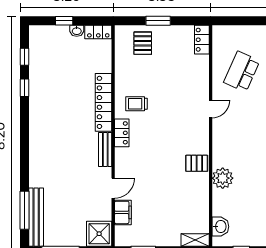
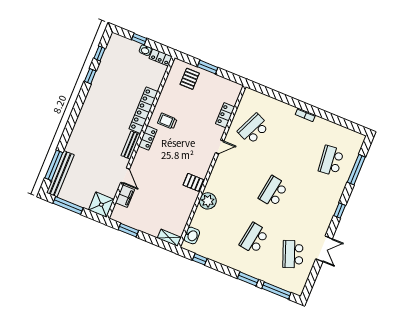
locker: (202, 40) -> (225, 115), moved
door: (113, 188) -> (125, 176), hinge flipped

